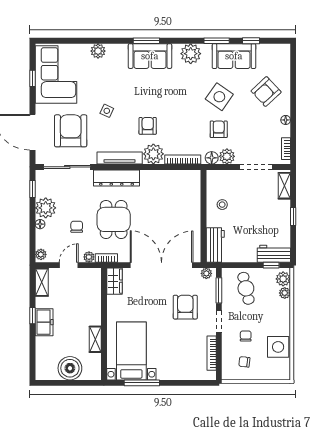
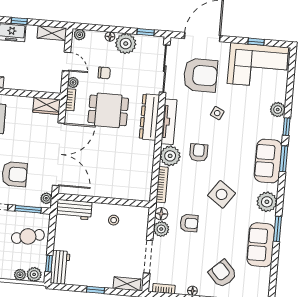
window: (251, 41) -> (286, 127), moved
side table: (219, 97) -> (222, 194), moved
armchair: (148, 126) -> (199, 153), turned -90

